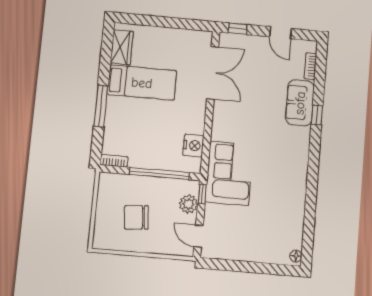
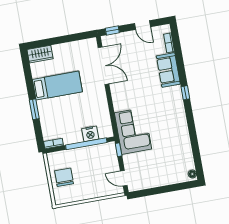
wardrobe: (122, 47) -> (40, 54), moved, turned 90
window: (101, 106) -> (34, 109), width x0.69
window: (317, 115) -> (185, 93), moved
nightstand: (193, 145) -> (90, 134), moved, turned 90
plant: (188, 204) -> (111, 159), removed
chair: (136, 217) -> (64, 177), moved, turned 95

